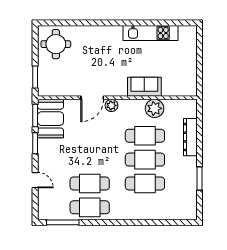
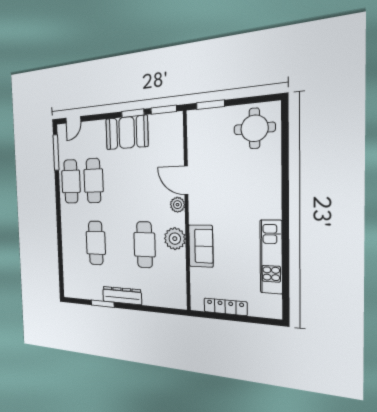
locker: (191, 68) -> (225, 307), added
plant: (155, 108) -> (175, 239), moved
booth: (51, 119) -> (127, 133), moved
dresser: (190, 137) -> (122, 296), moved
cafe table: (145, 160) -> (119, 244), removed
door: (35, 180) -> (73, 120), moved

